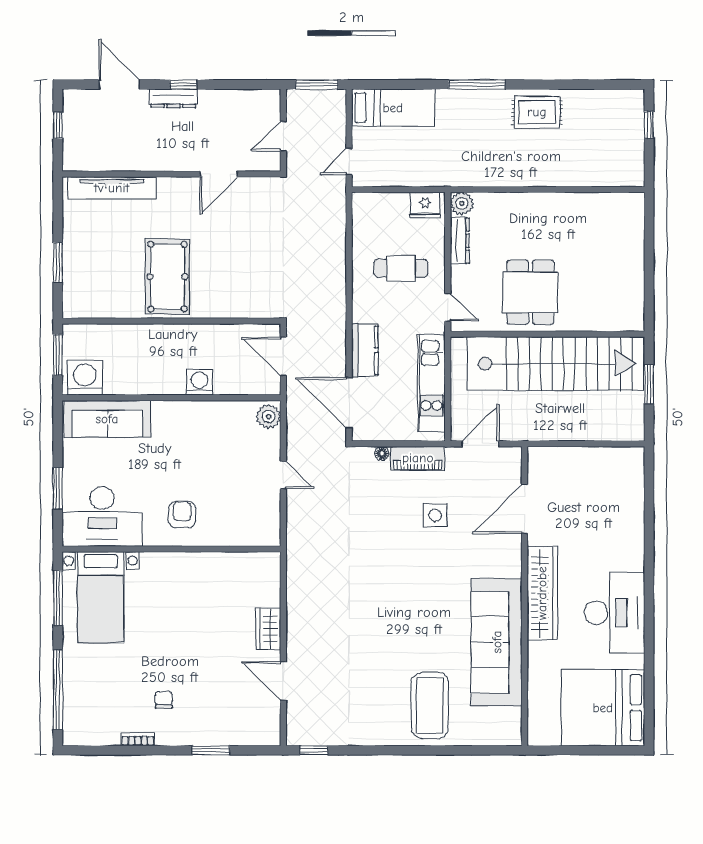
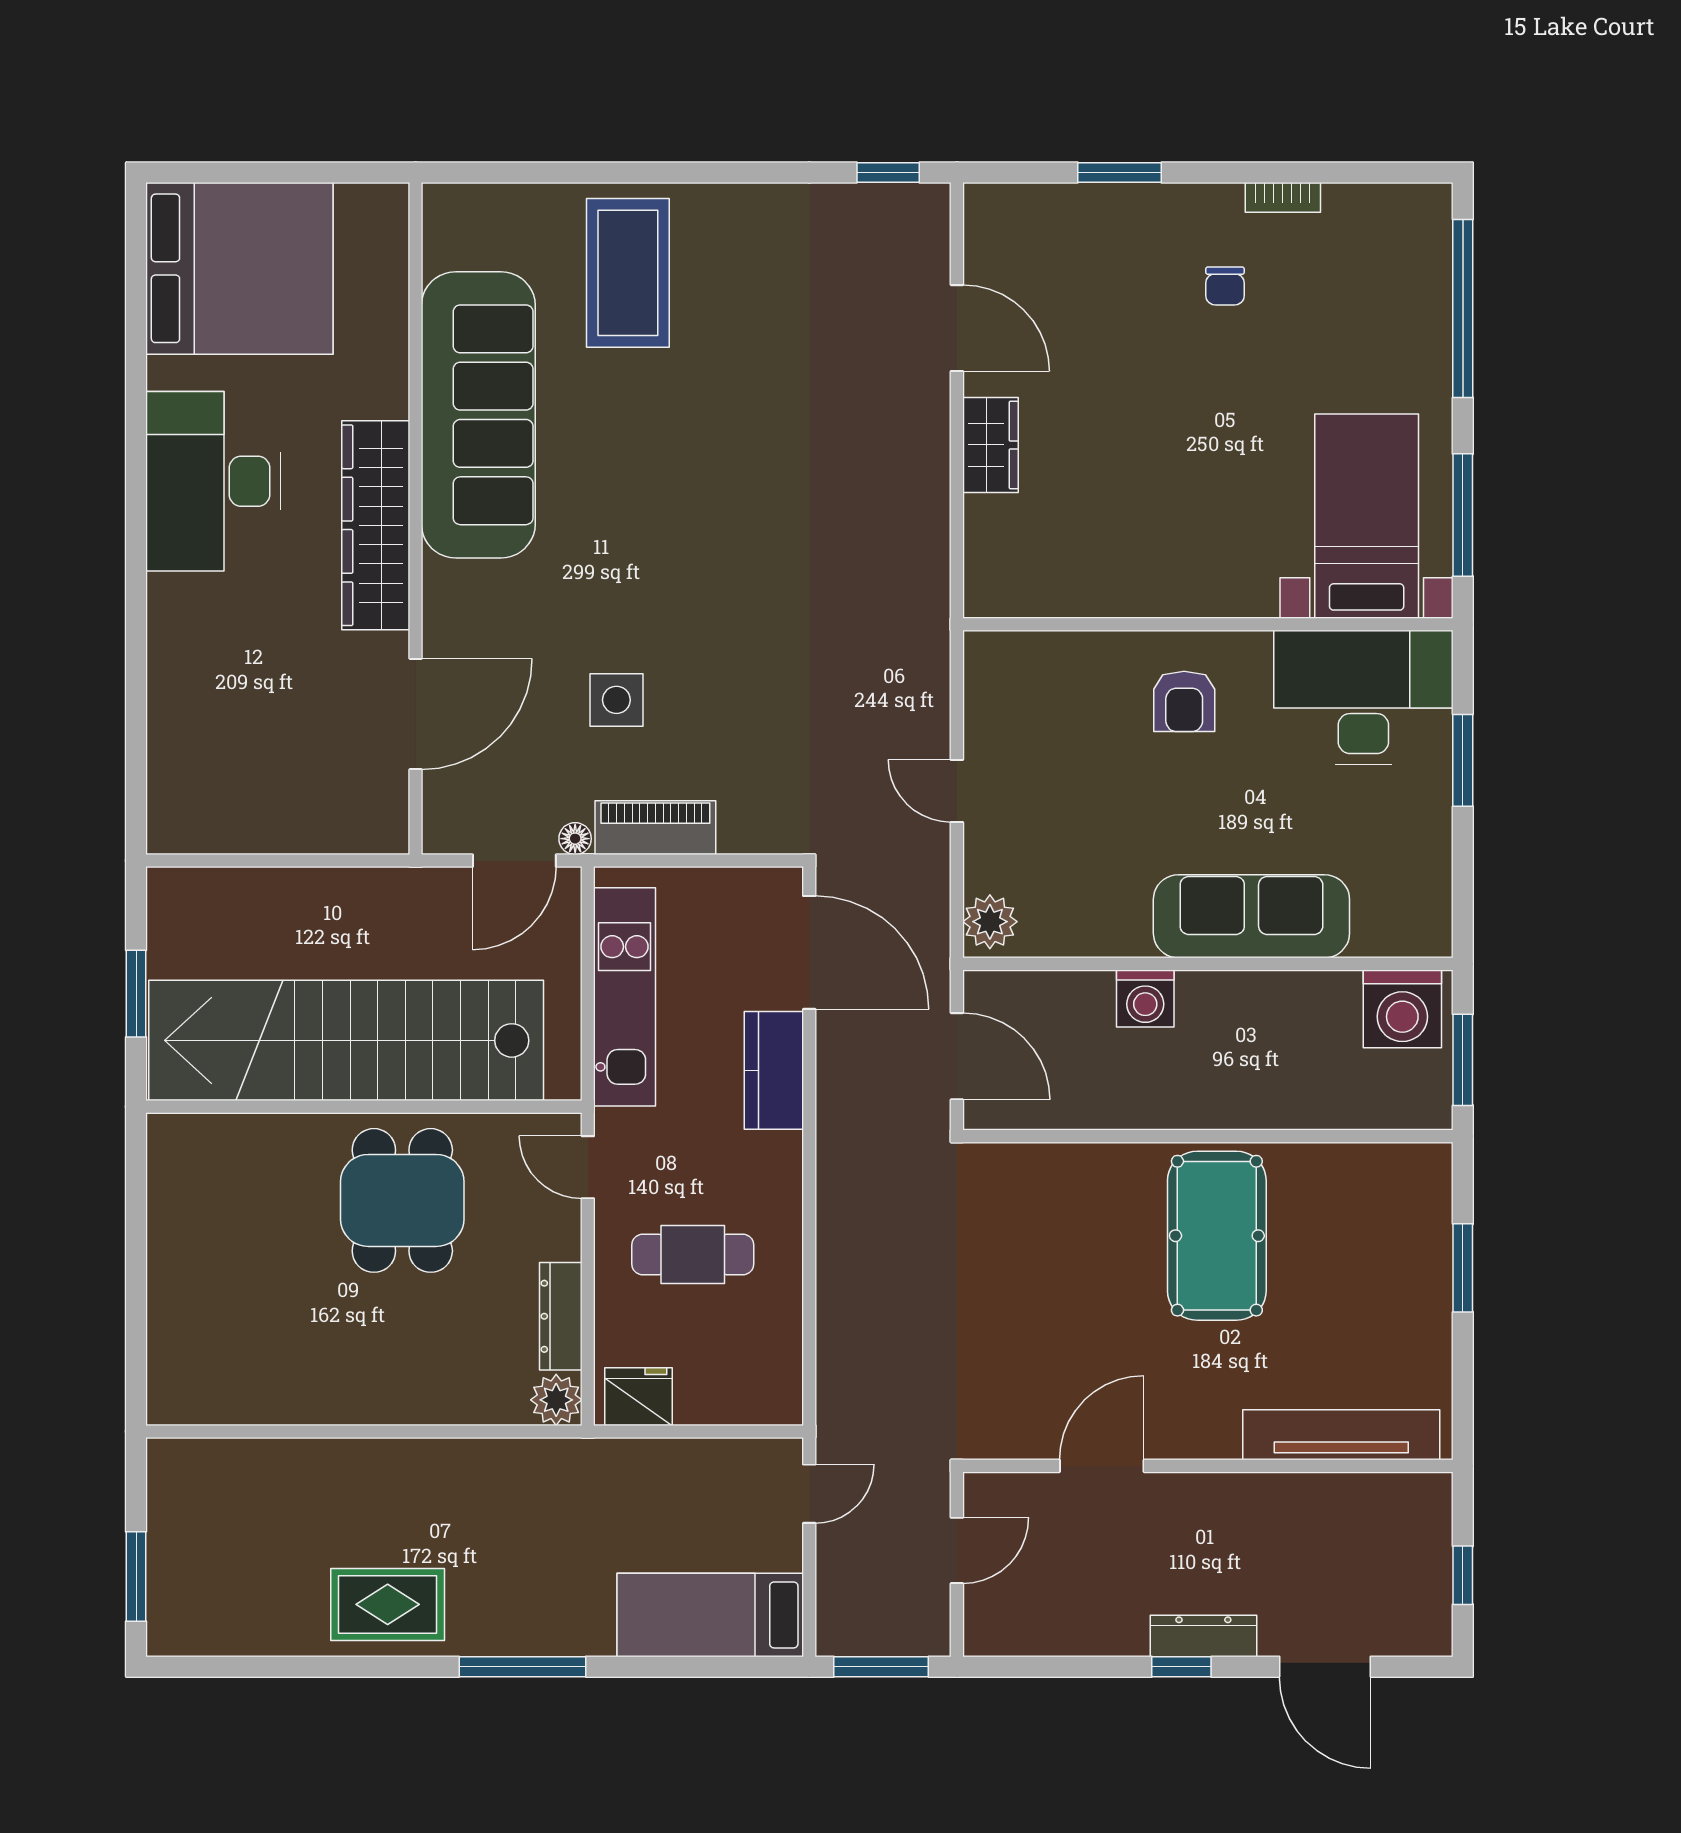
window: (649, 125) -> (136, 1576), width x1.50
sofa: (107, 419) -> (1251, 916), moved
floor lamp: (382, 454) -> (575, 839), moved

